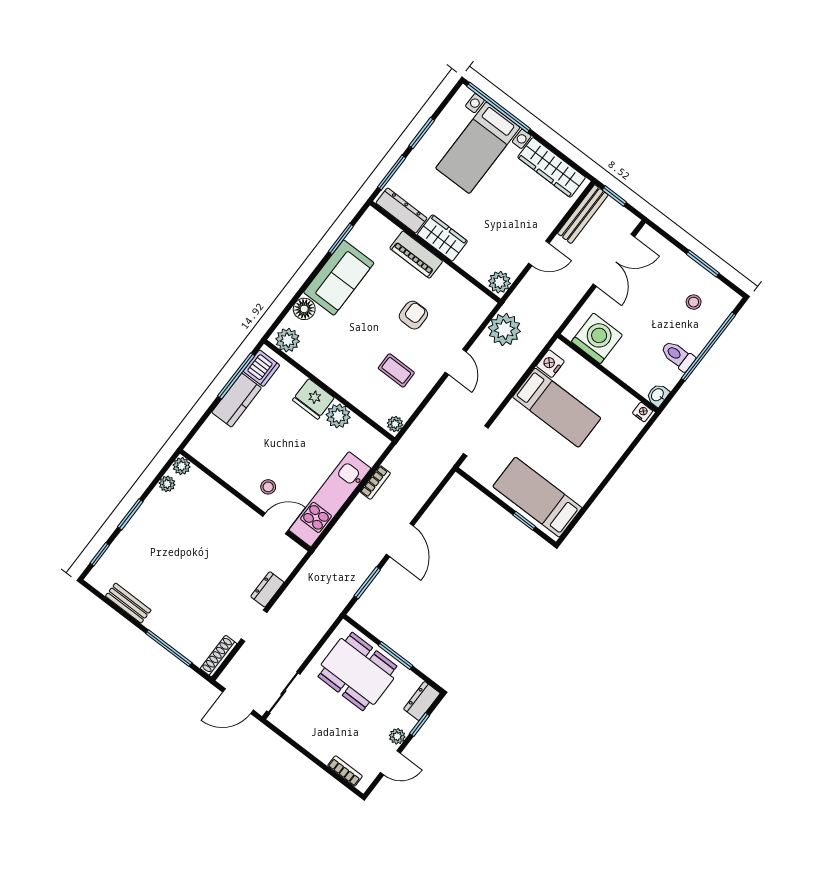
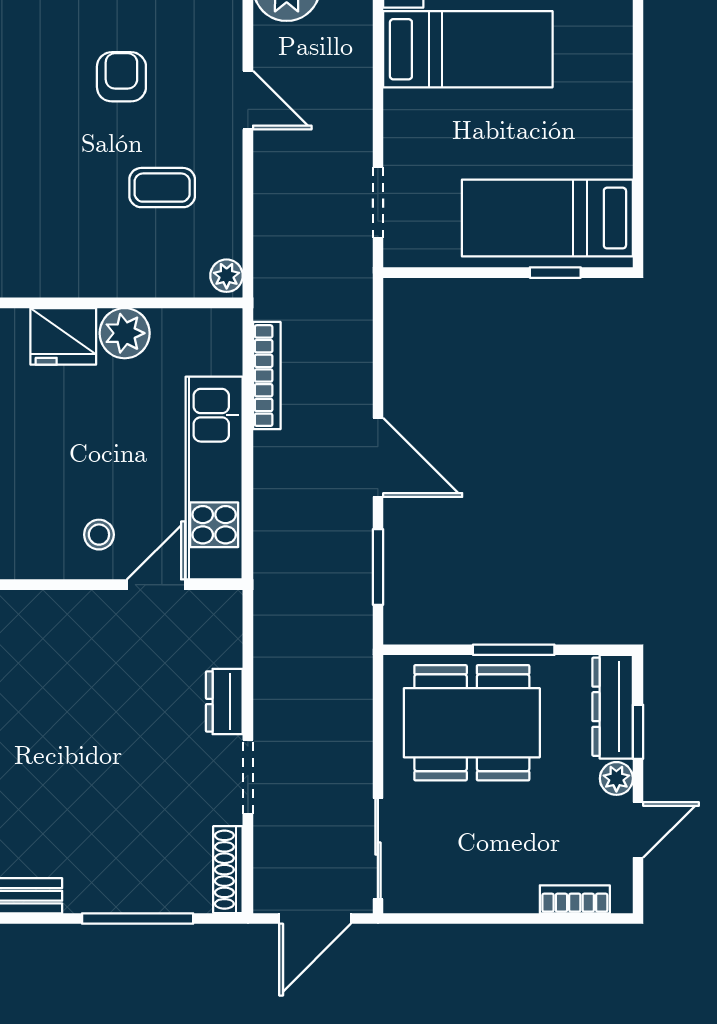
bookcase: (375, 482) -> (267, 376), width x1.56
dresser: (422, 701) -> (613, 707), width x1.44

